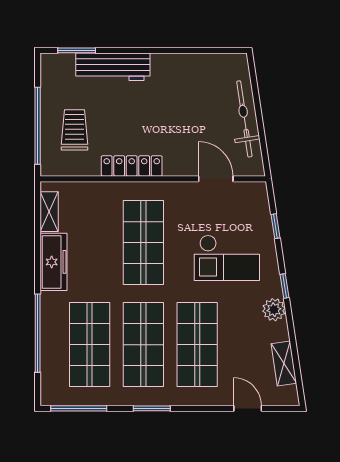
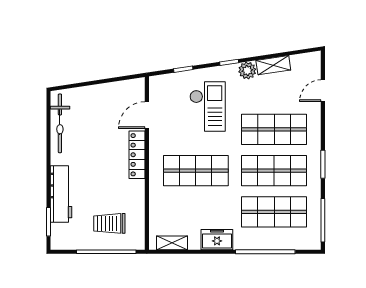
bicycle: (244, 119) -> (60, 123), moved, turned -81
locker: (132, 166) -> (137, 155), moved
freezer: (53, 262) -> (217, 240), width x0.71
shelving: (284, 363) -> (273, 65), moved

